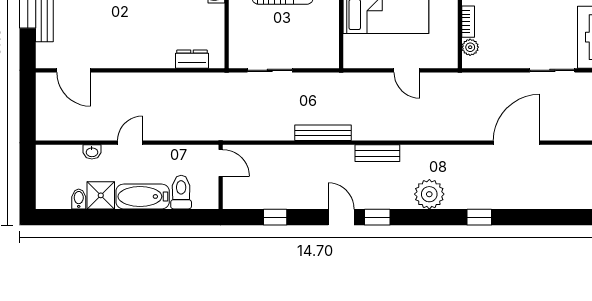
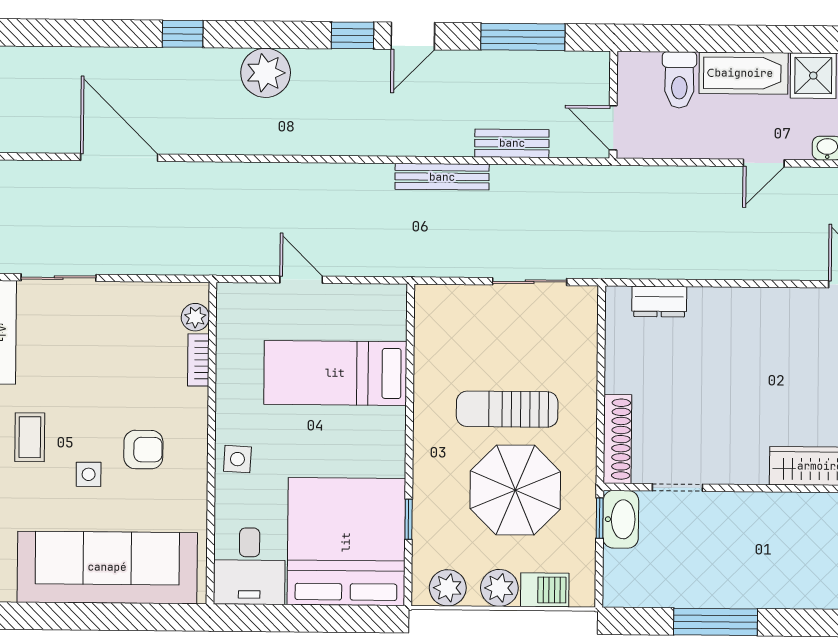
door: (517, 143) -> (119, 157), swing flipped
bench: (377, 153) -> (512, 143), moved
window: (275, 217) -> (523, 37), width x2.17
door: (341, 217) -> (413, 36), hinge flipped

